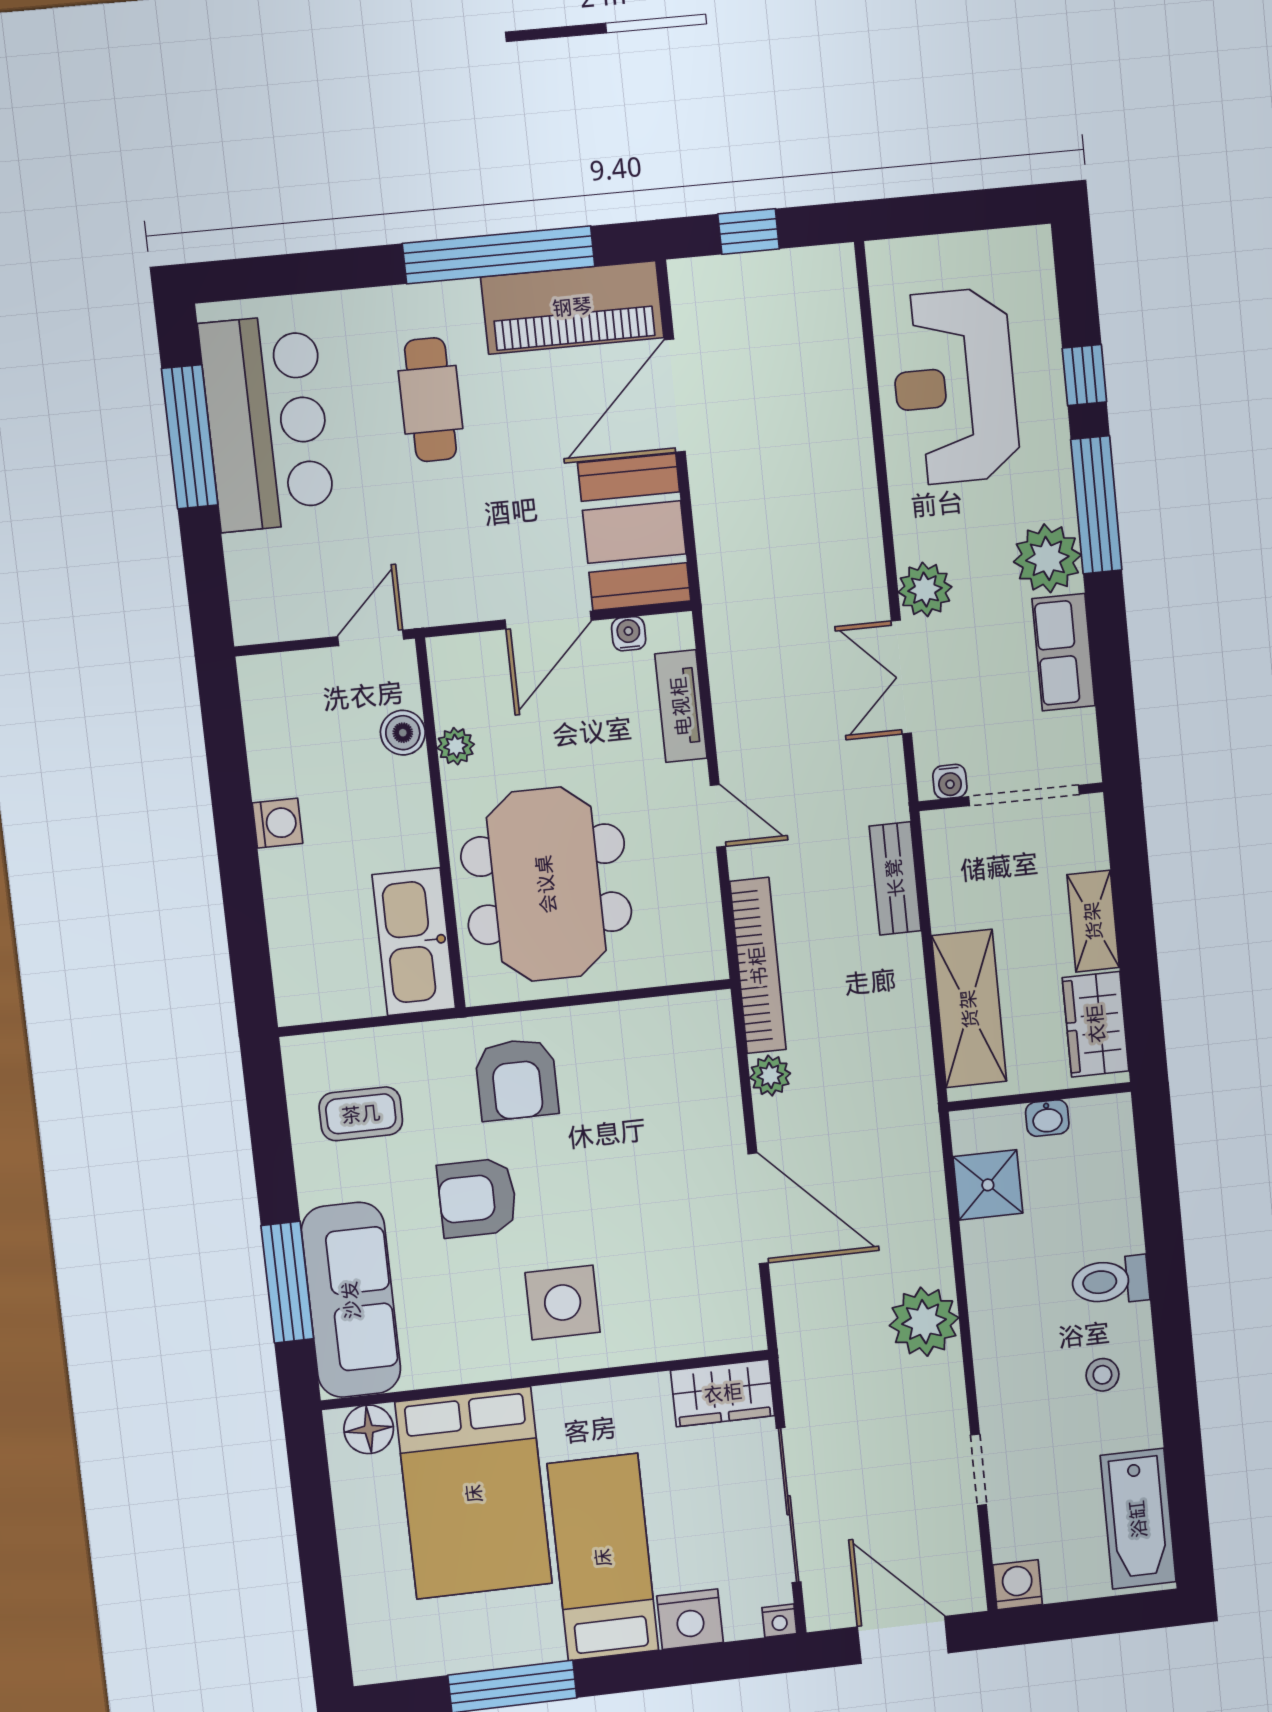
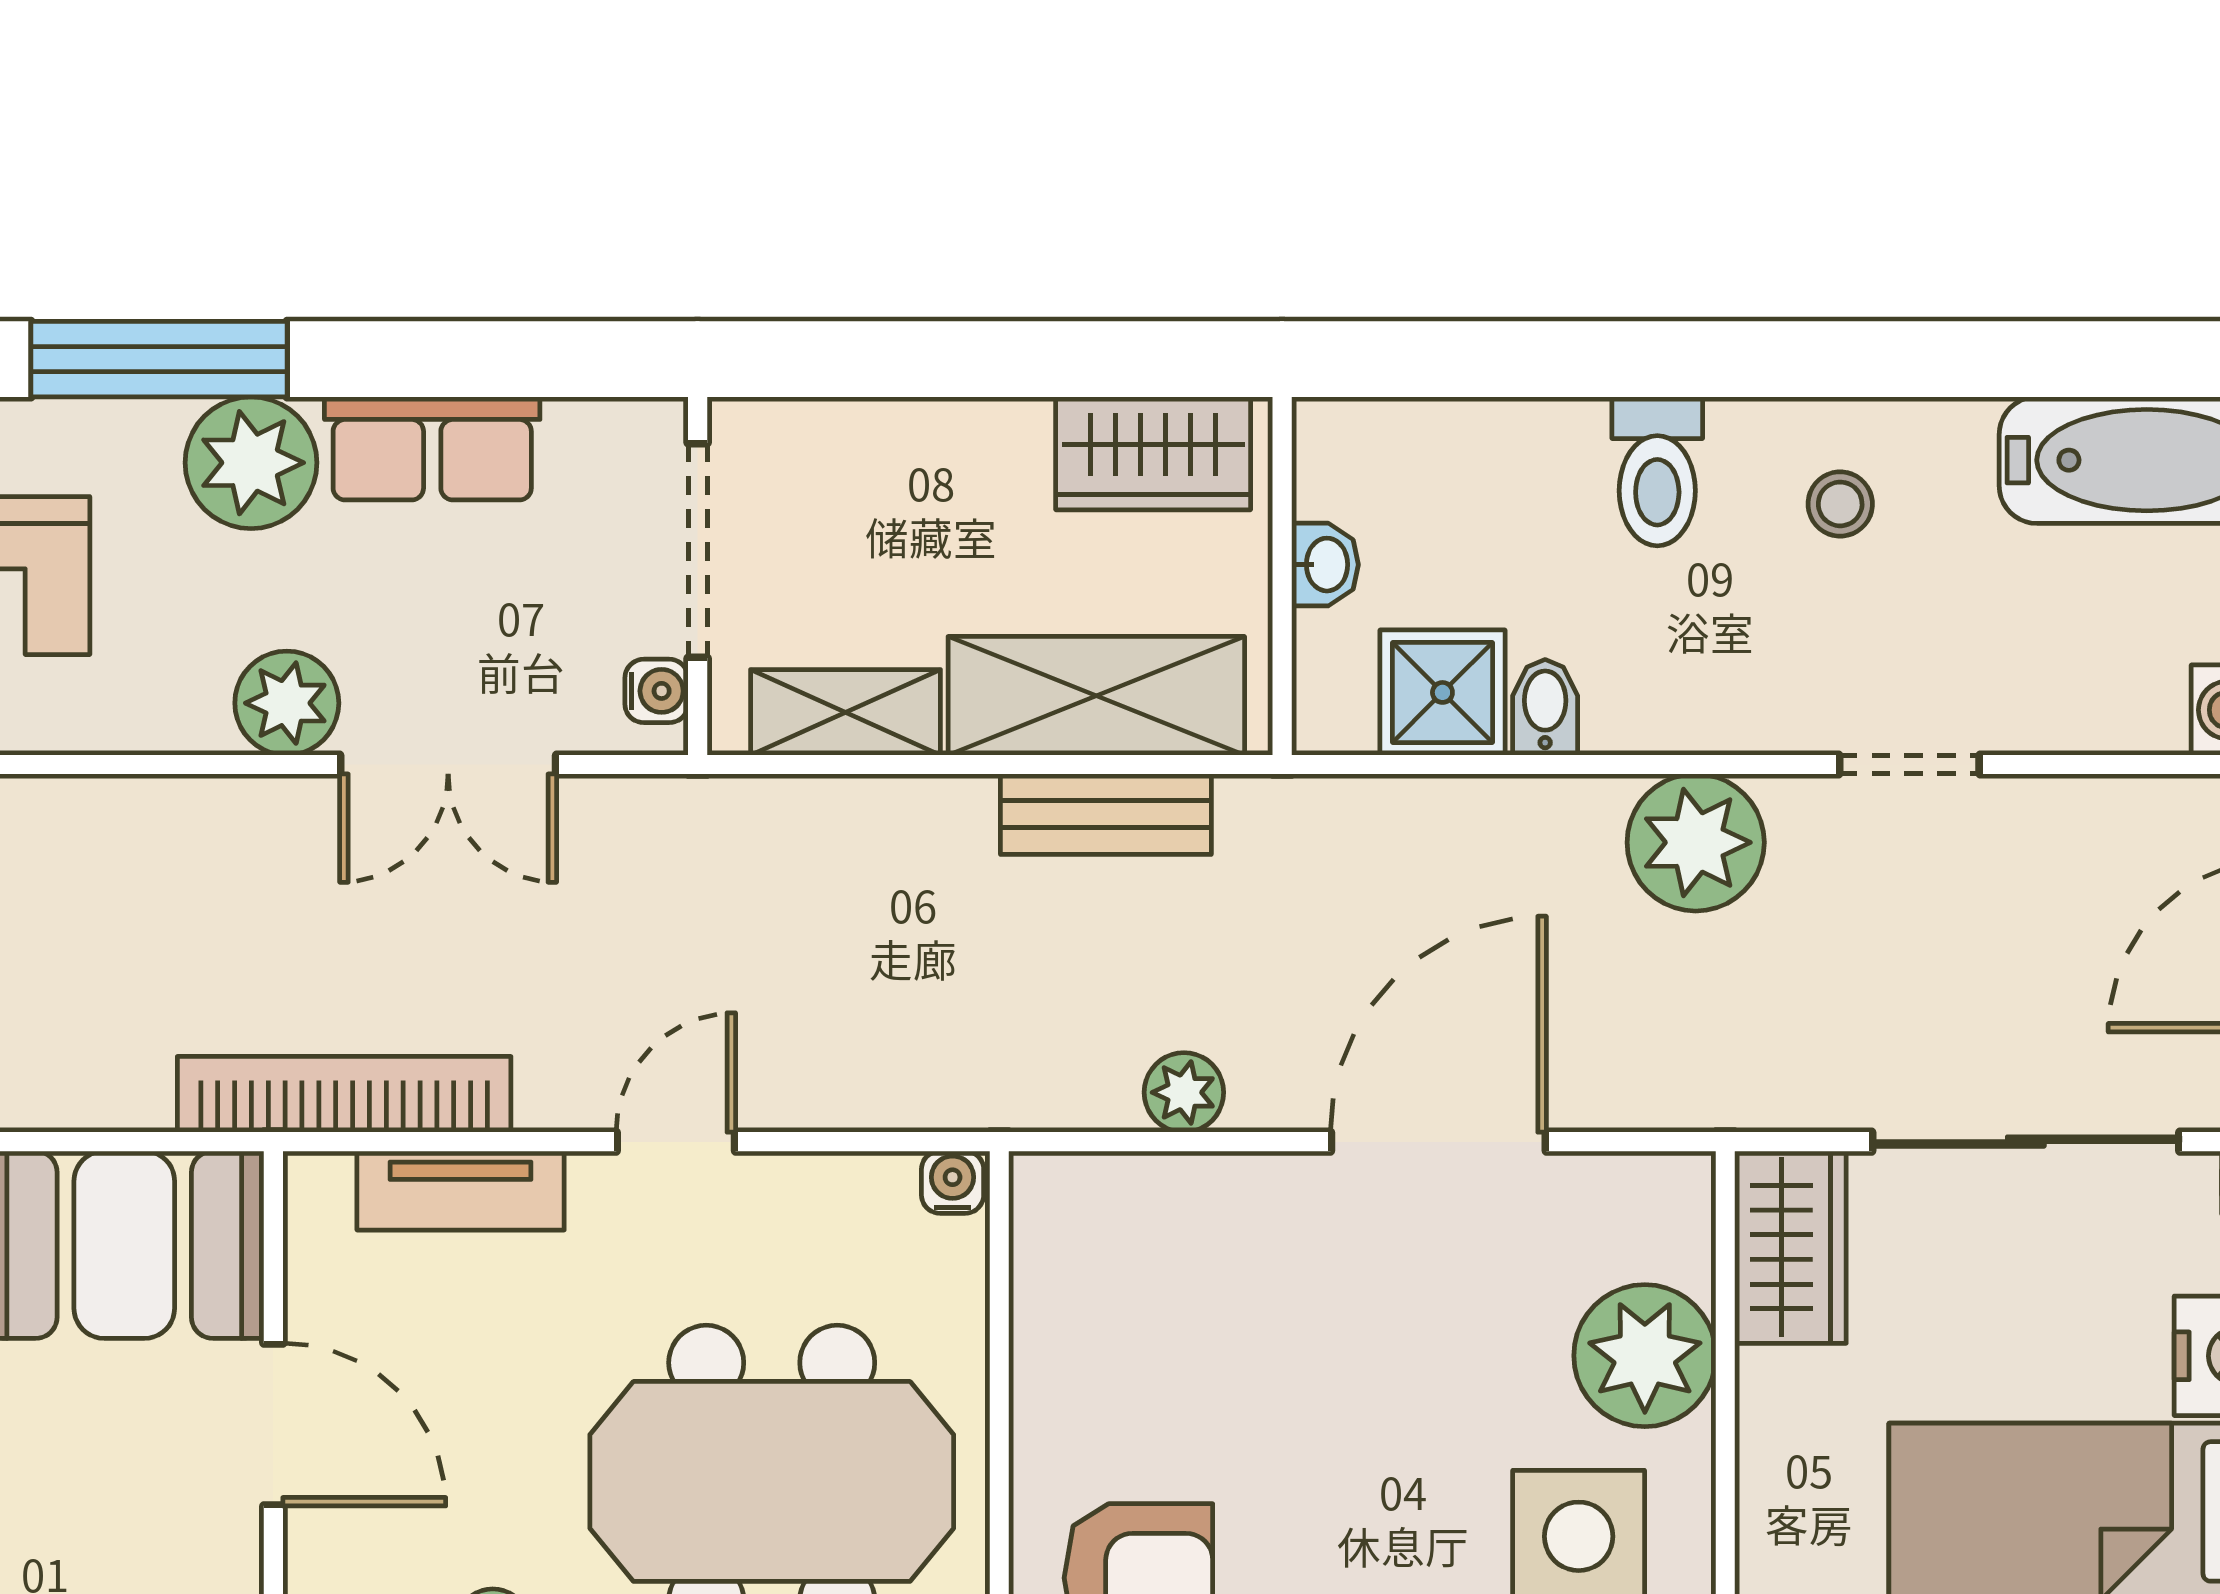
water cooler: (629, 634) -> (953, 1182), moved, turned 90
bench: (895, 878) -> (1106, 814), moved
shelving: (1093, 921) -> (846, 712), moved
bookcase: (758, 966) -> (344, 1094), moved
bidet: (985, 1238) -> (1545, 707), added
plant: (659, 1326) -> (1645, 1356), added
doorway: (979, 1470) -> (1909, 764), moved

